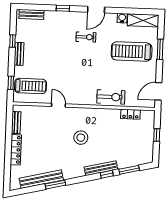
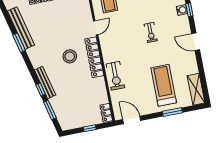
water cooler: (122, 18) -> (182, 10), moved
exercise bike: (86, 37) -> (151, 32), moved
locker: (87, 114) -> (94, 57), added
locker: (130, 114) -> (106, 113), moved

